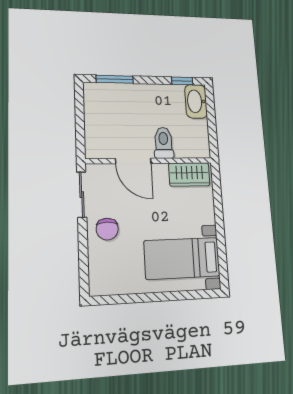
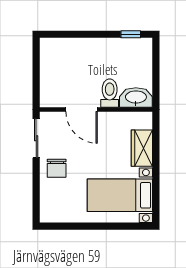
window: (115, 79) -> (68, 34), removed
washbasin: (196, 101) -> (136, 98), moved, turned 90
wardrobe: (189, 174) -> (142, 148), moved, turned 90

